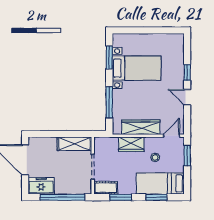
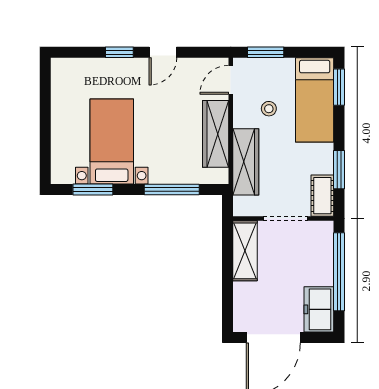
door: (172, 136) -> (231, 80), hinge flipped
wardrobe: (131, 144) -> (246, 162), width x1.50
window: (156, 197) -> (339, 87), moved

